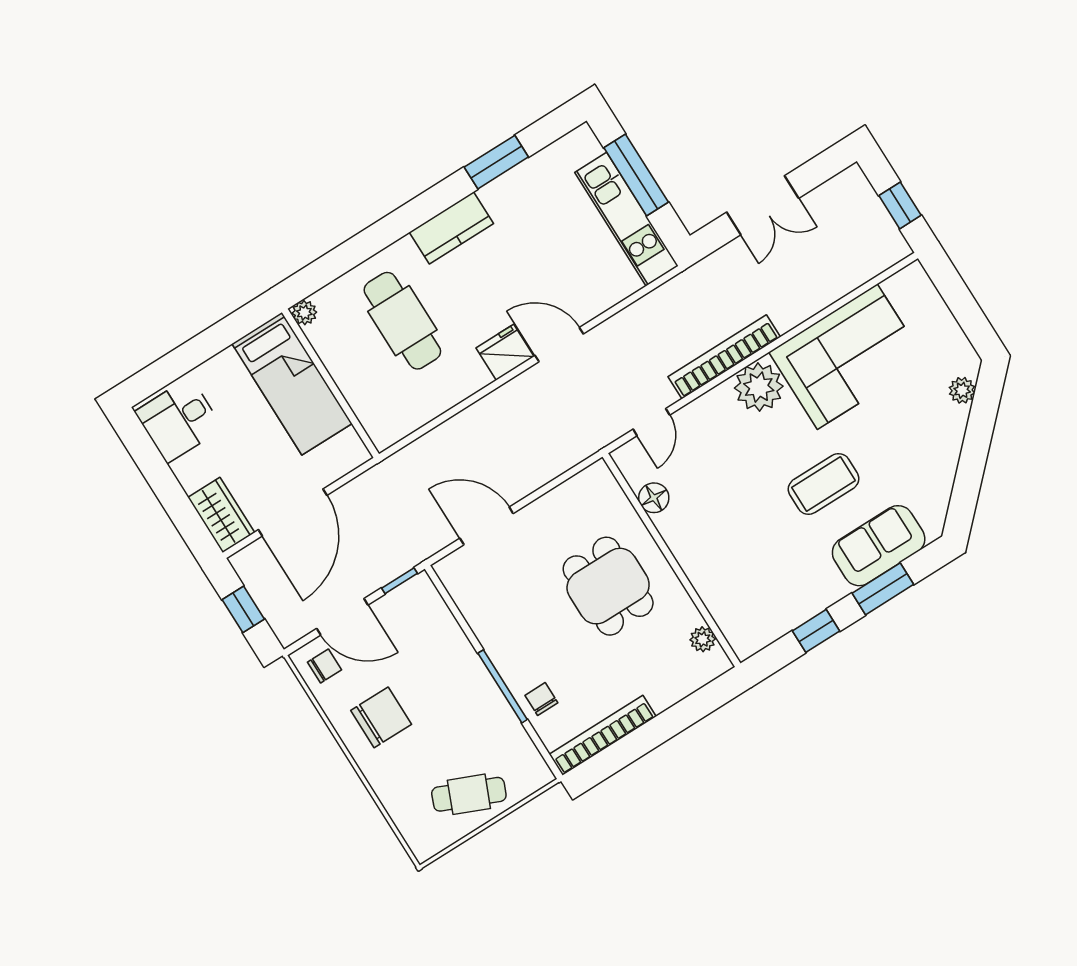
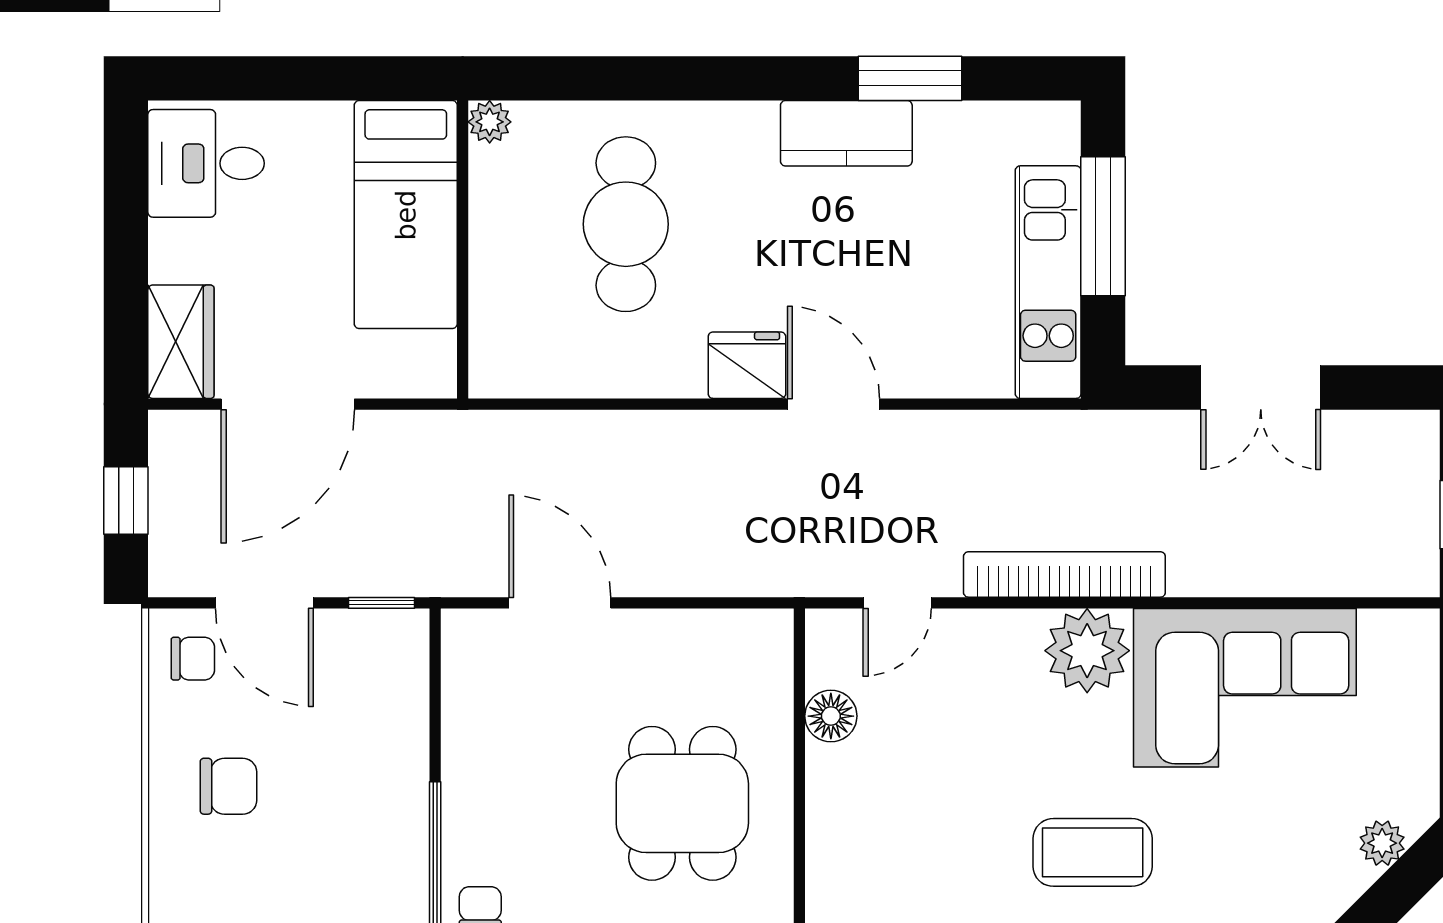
kitchen counter: (451, 228) -> (846, 133), moved
chair: (381, 717) -> (228, 786), width x0.73, depth x0.73

